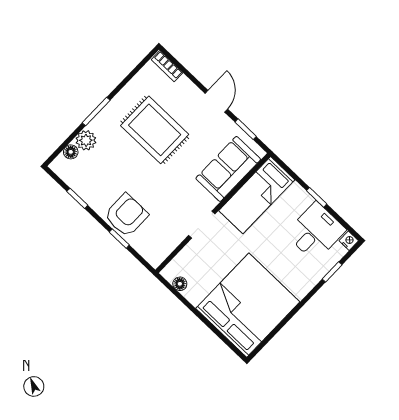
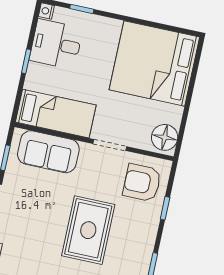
rug: (155, 130) -> (88, 230), moved
armchair: (126, 215) -> (142, 183), moved
floor lamp: (180, 284) -> (165, 137), width x1.89, depth x1.89

